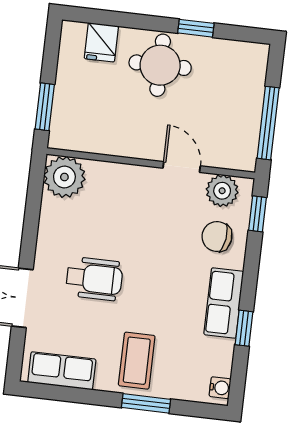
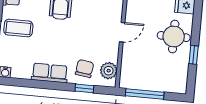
door: (182, 167) -> (122, 32), moved
window: (257, 214) -> (84, 88), moved
window: (244, 328) -> (37, 84), removed

